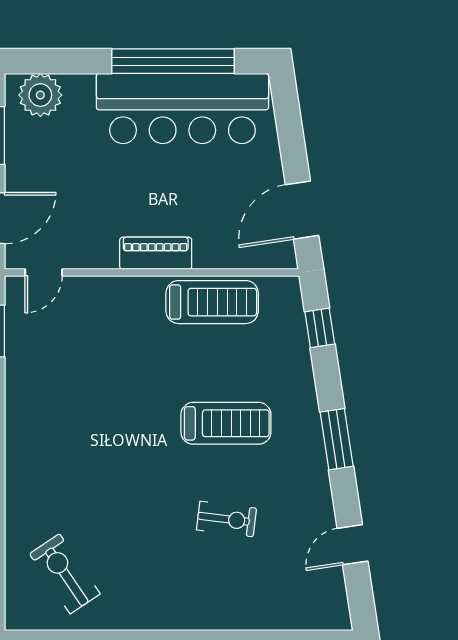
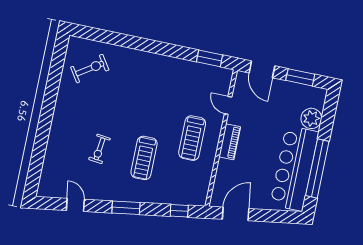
plant: (40, 95) -> (311, 118), moved
door: (302, 210) -> (236, 214), hinge flipped
door: (44, 272) -> (228, 105), moved
treadmill: (212, 302) -> (192, 138), moved

